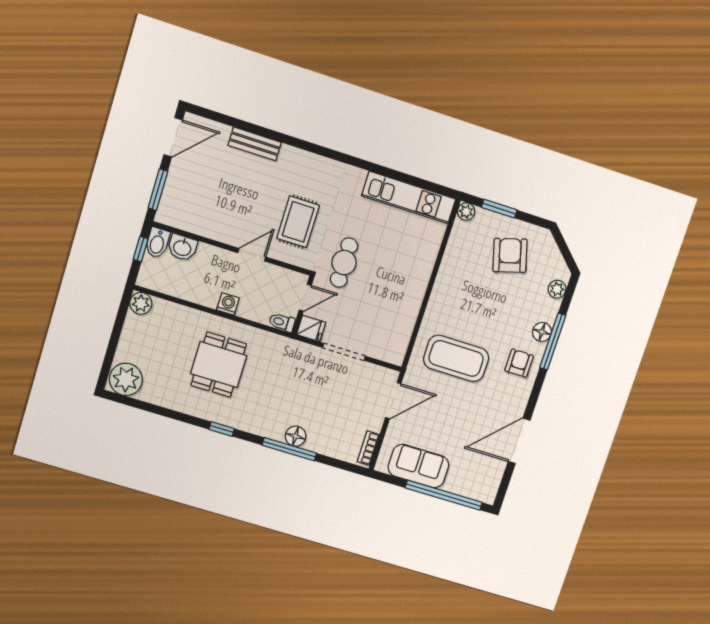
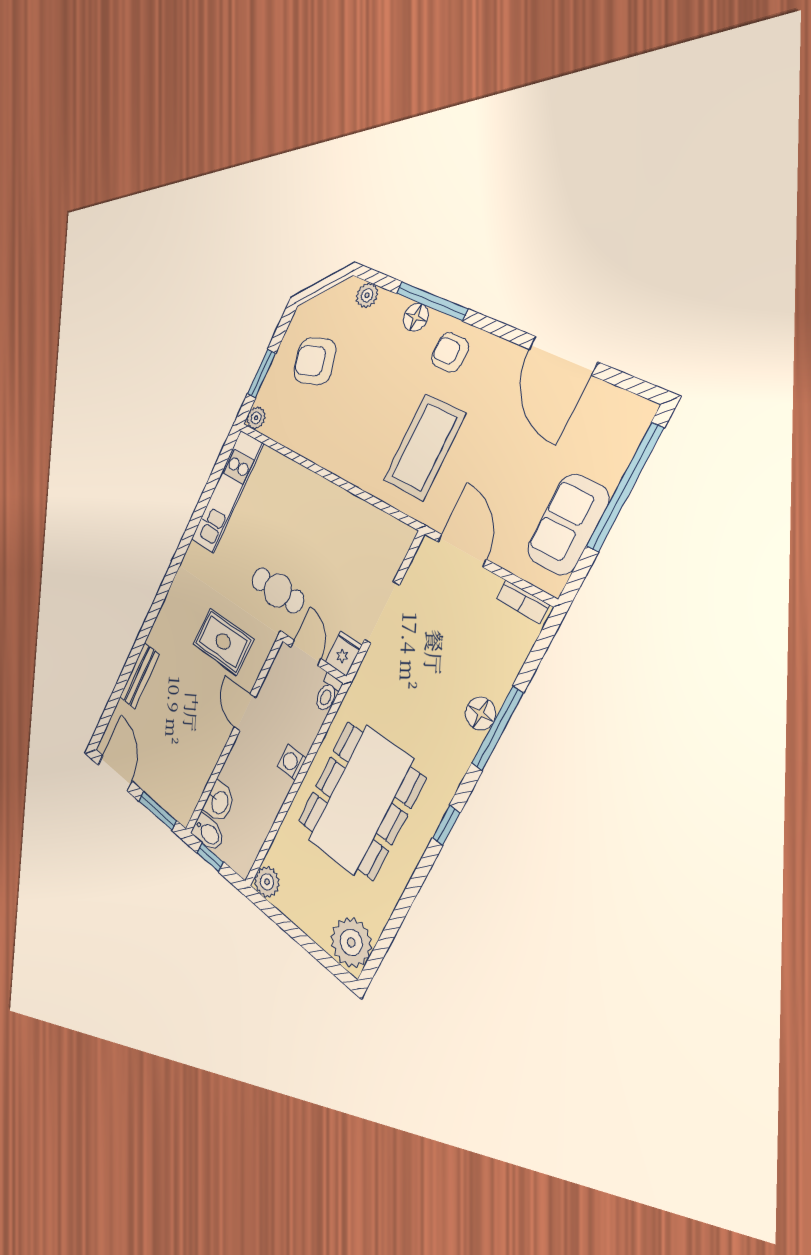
dining table: (219, 365) -> (360, 800), width x1.88, depth x1.24

